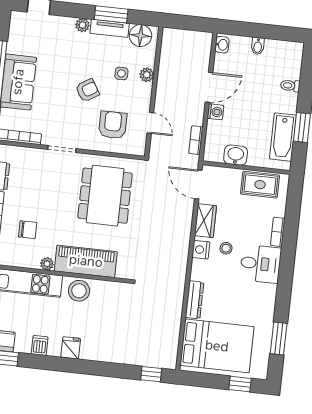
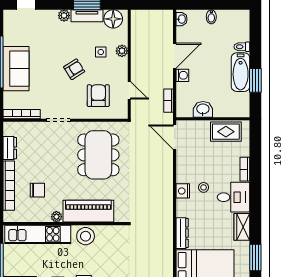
bathtub: (283, 137) -> (241, 72), moved
wardrobe: (205, 221) -> (242, 227), moved, turned 180

